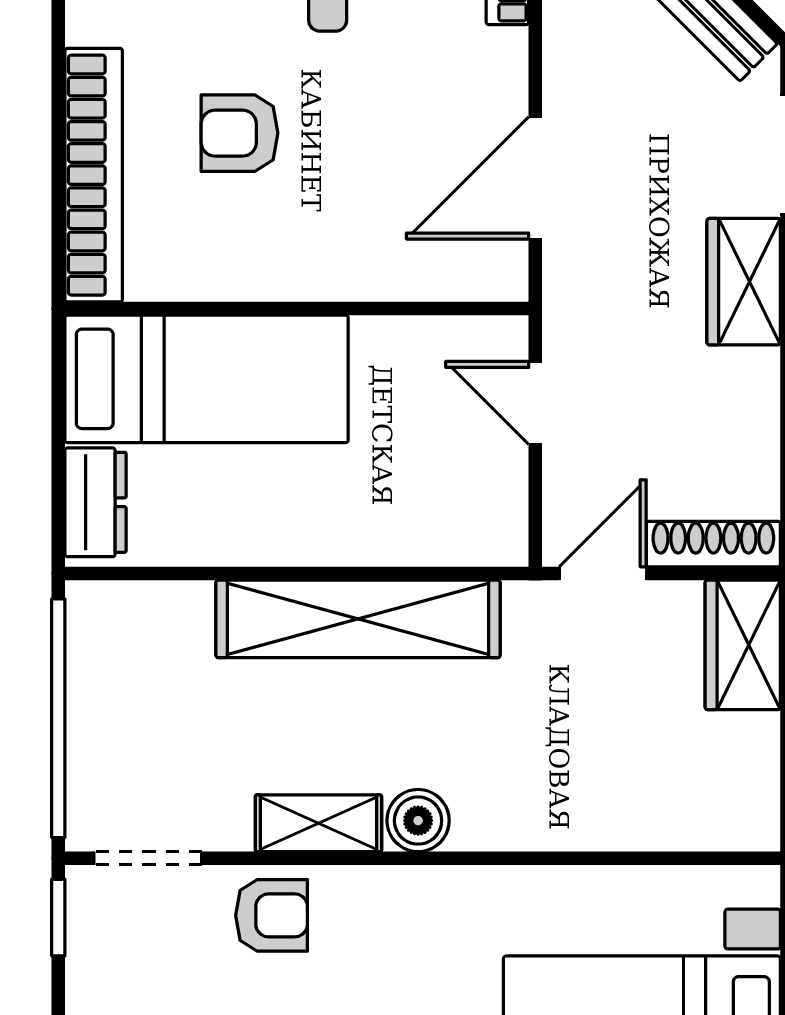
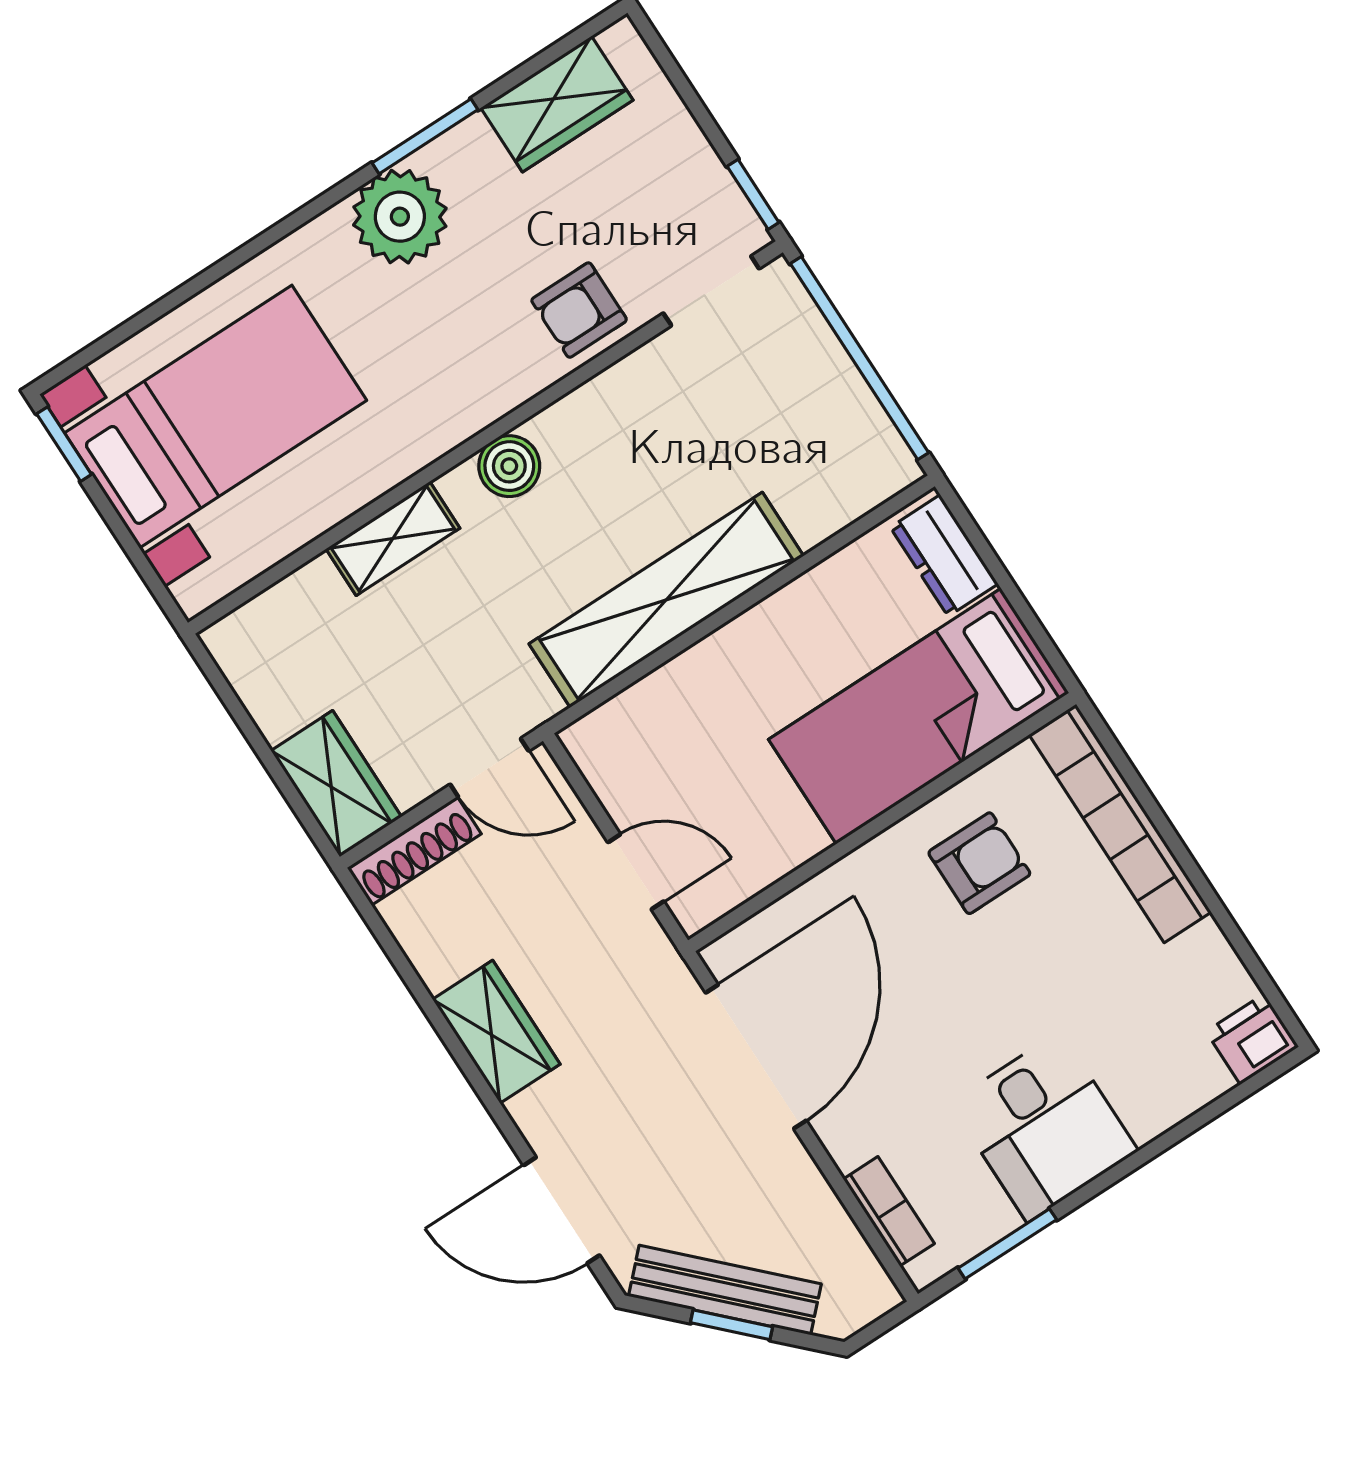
armchair: (239, 133) -> (979, 863), moved
door: (535, 178) -> (756, 1057), width x1.36
wardrobe: (744, 282) -> (496, 1032), moved
door: (603, 573) -> (489, 768), hinge flipped
shelving: (318, 823) -> (393, 539), moved

